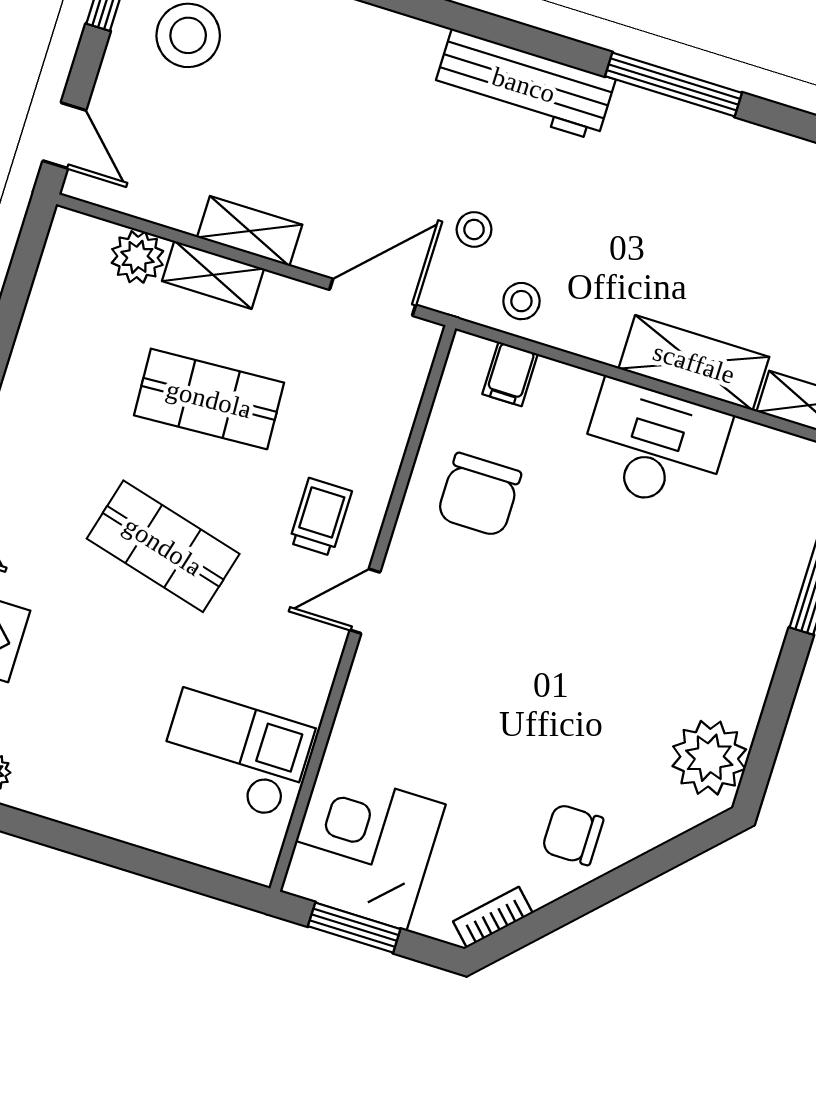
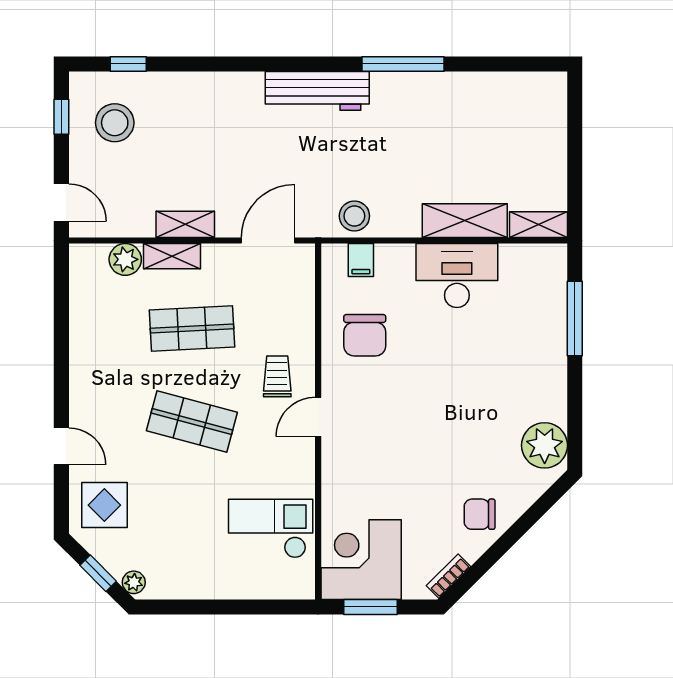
stool: (474, 229) -> (314, 183), removed
stool: (521, 301) -> (354, 216), width x1.37, depth x1.37

